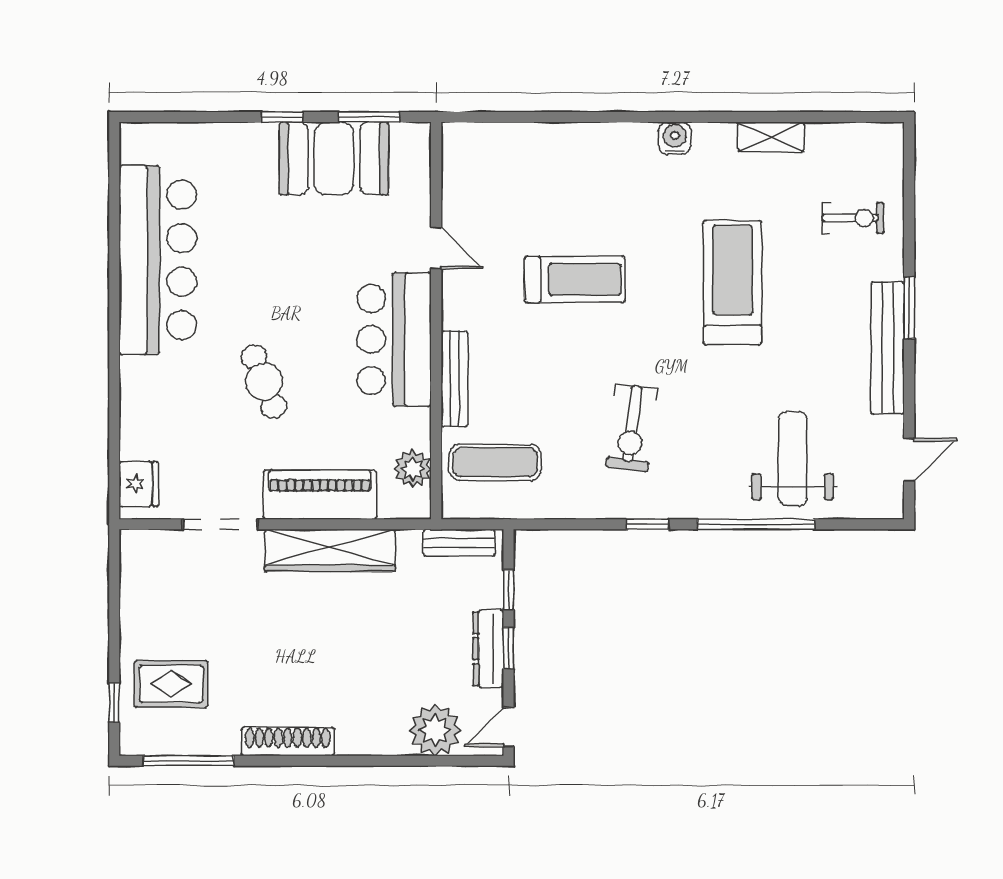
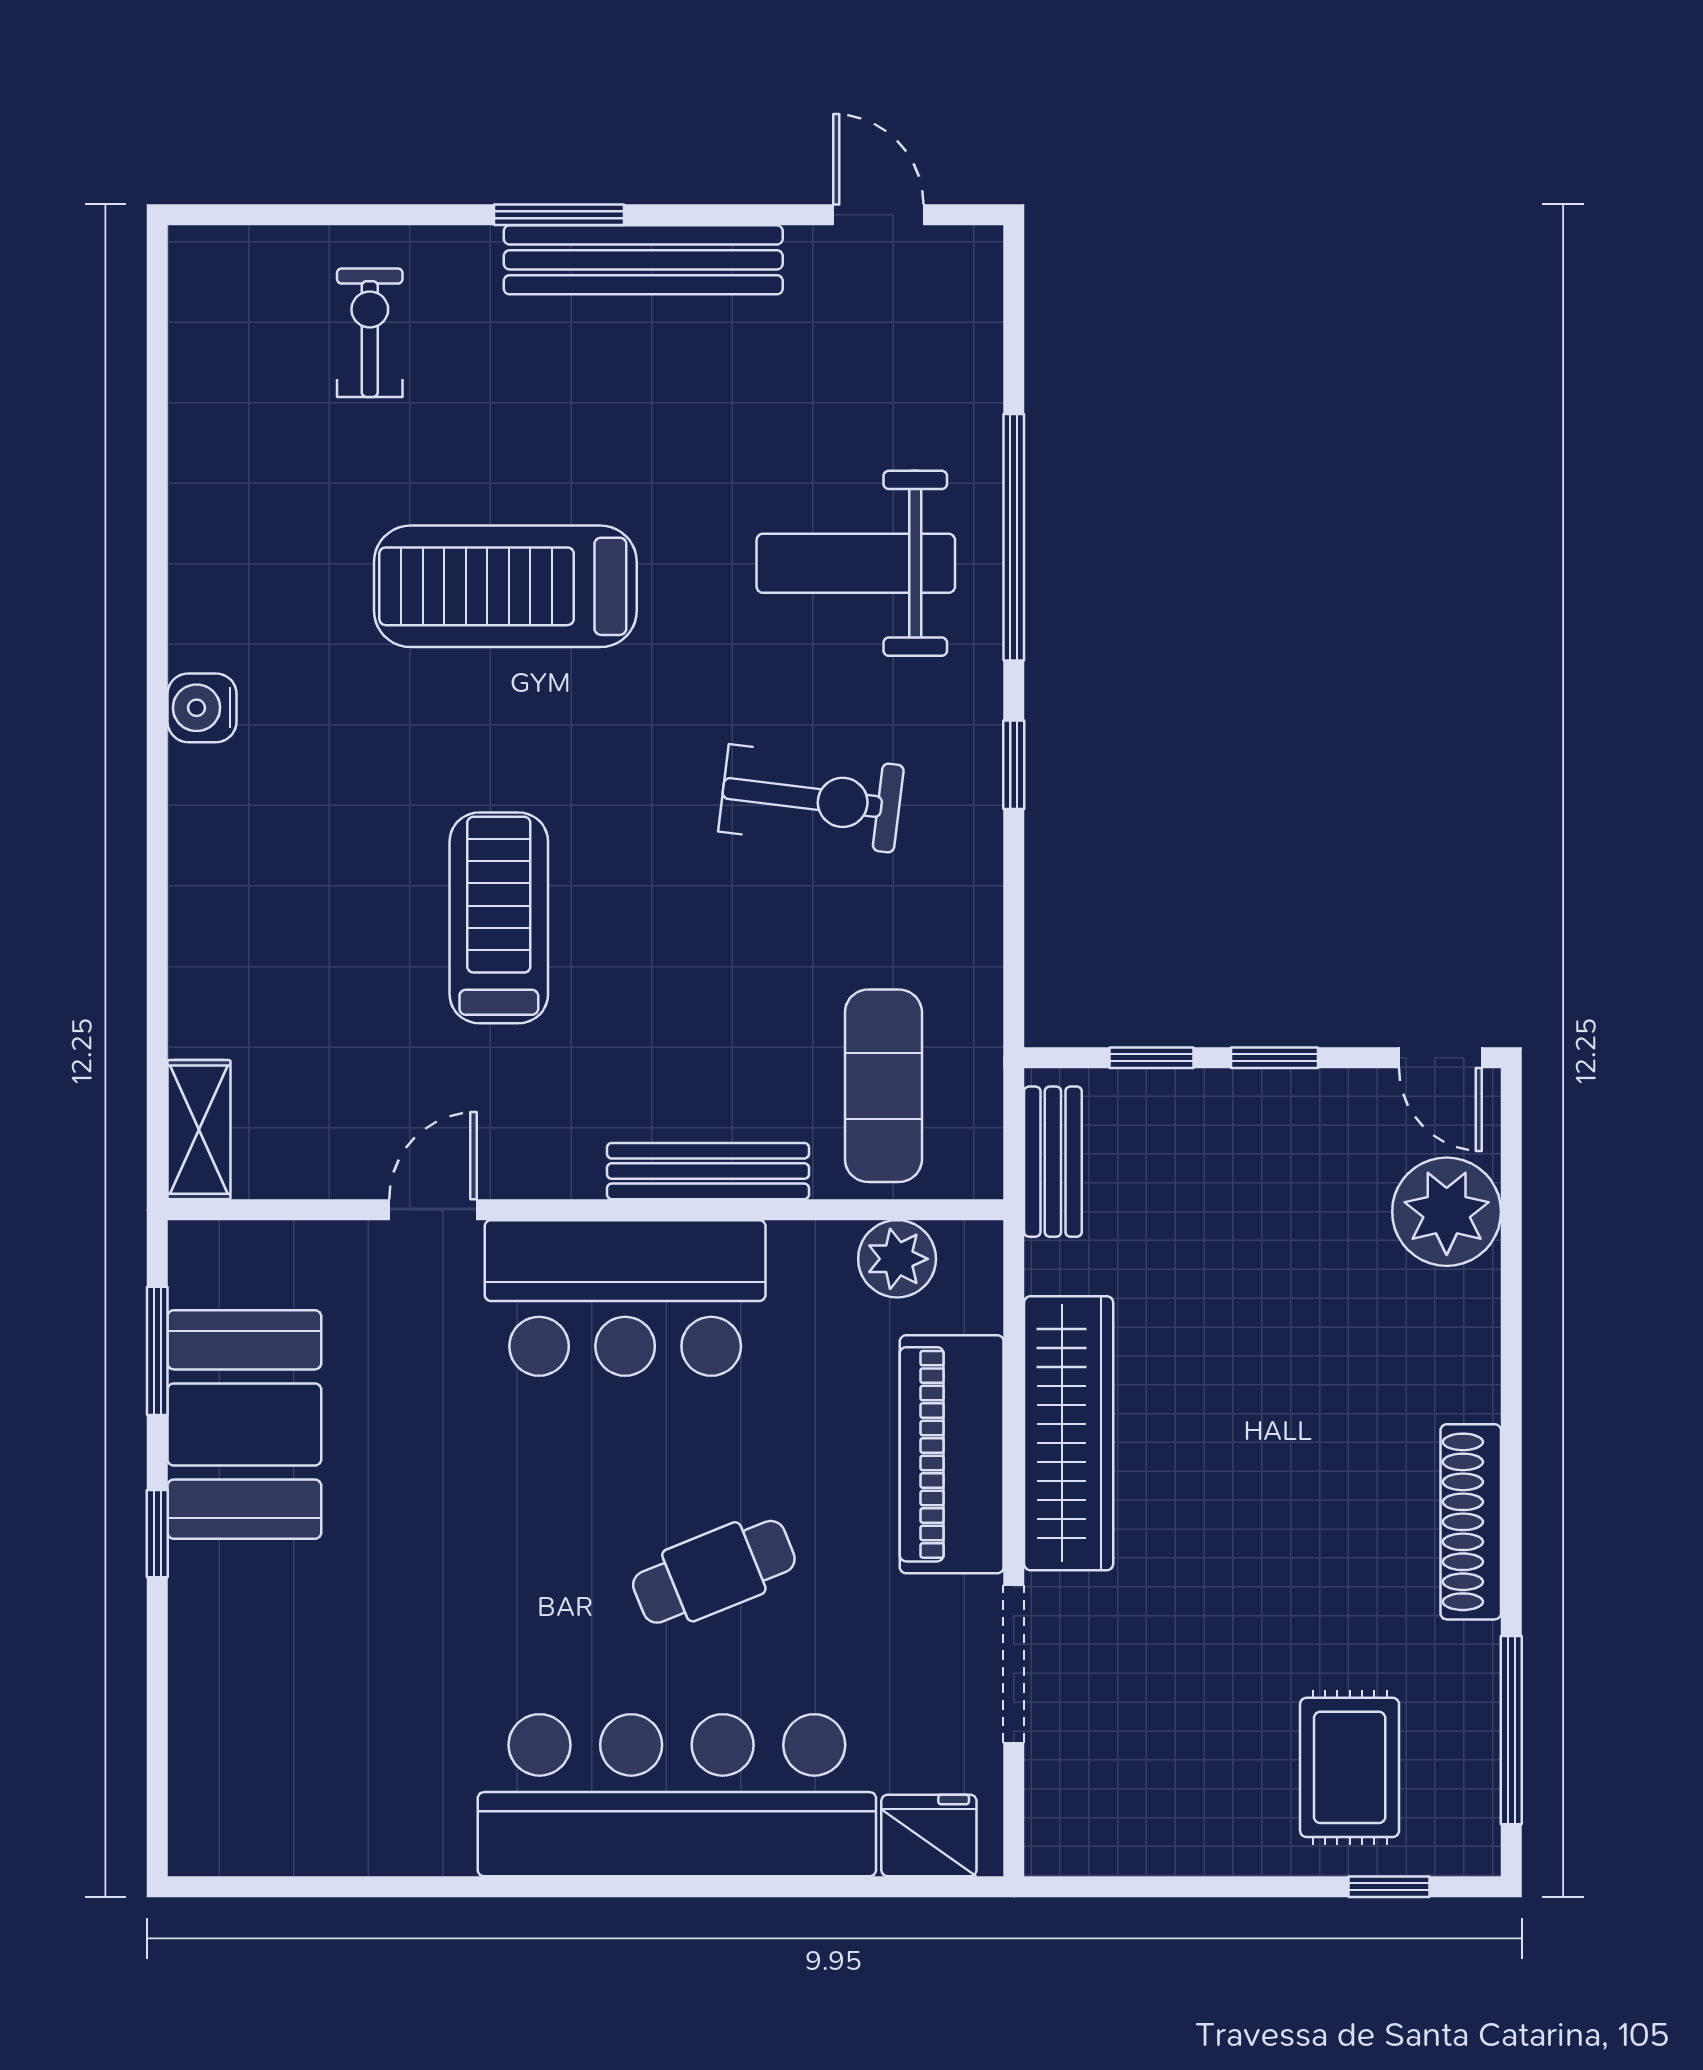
shelving: (771, 137) -> (199, 1130), moved
bar counter: (158, 260) -> (677, 1795), moved
weight bench: (793, 459) -> (856, 563), moved
dresser: (488, 649) -> (1276, 1100), removed

